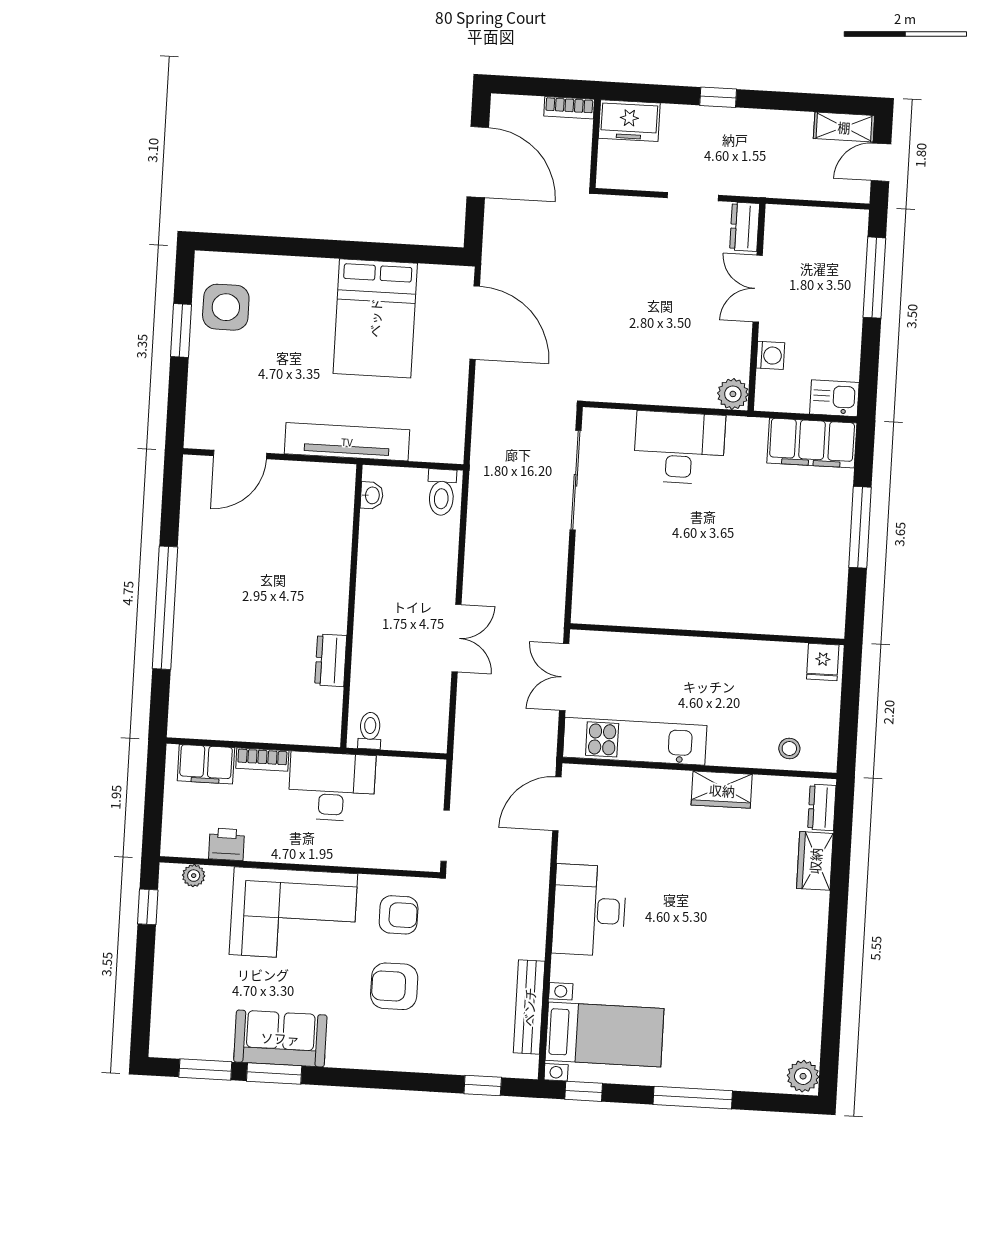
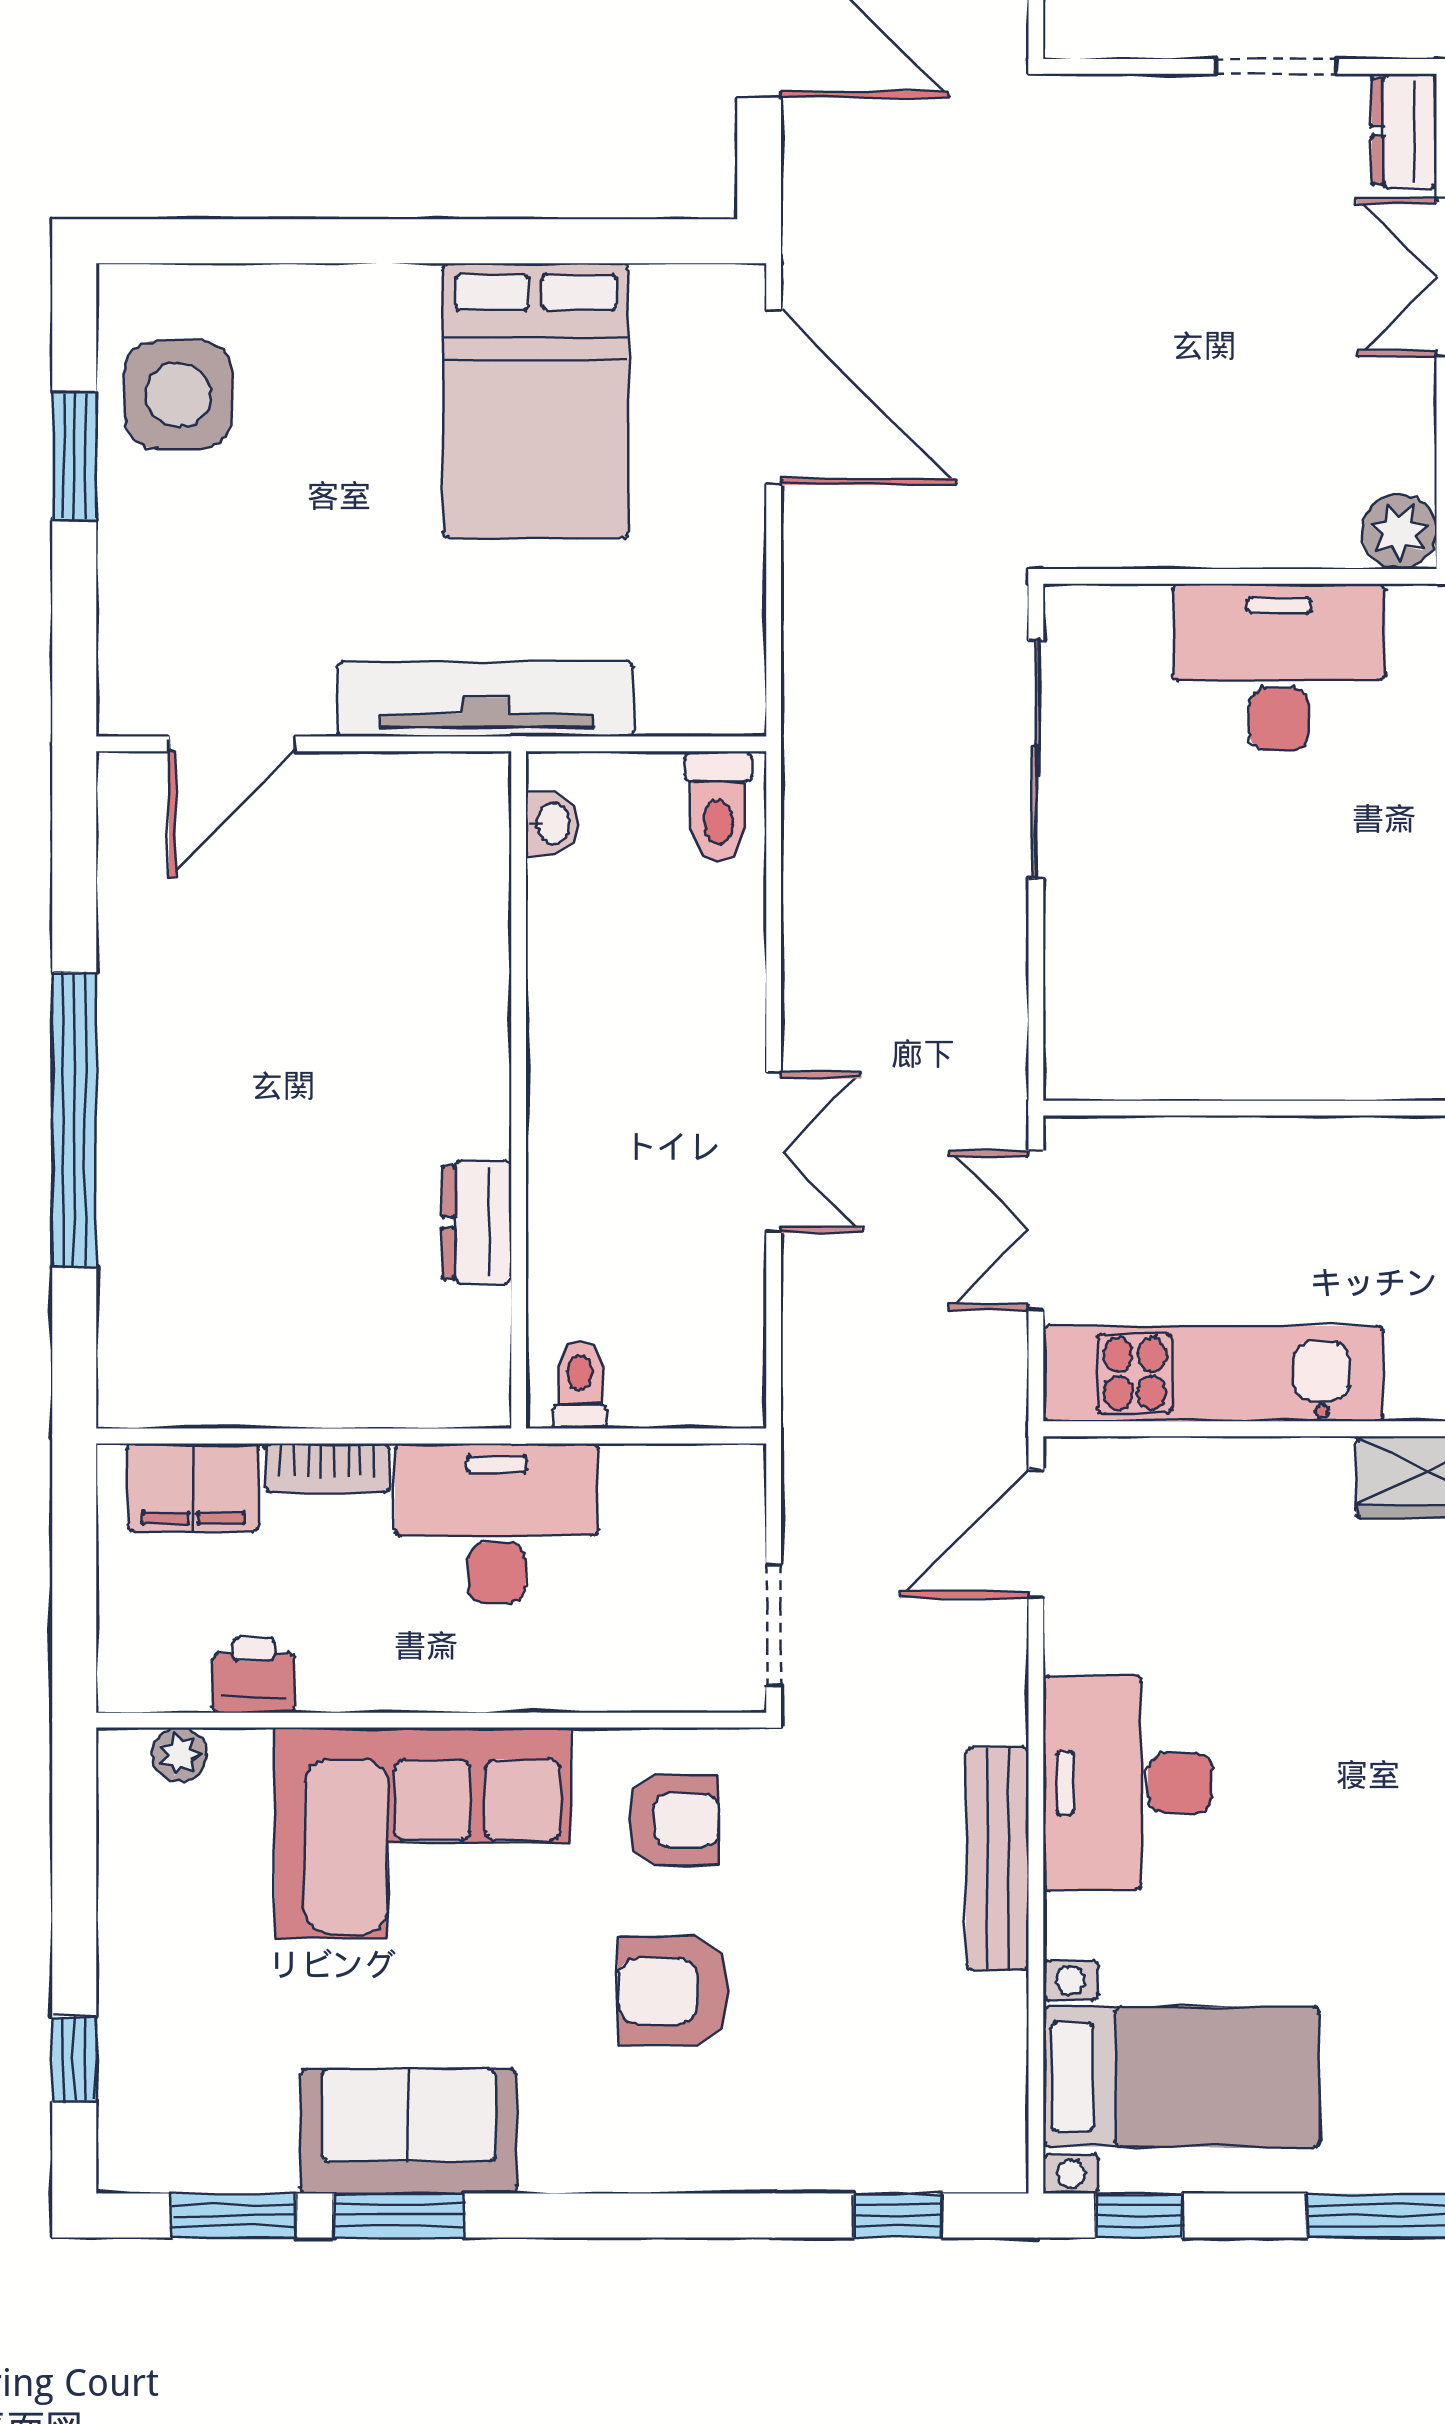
window: (148, 907) -> (74, 2059), moved
bench: (529, 1007) -> (997, 1859), moved

